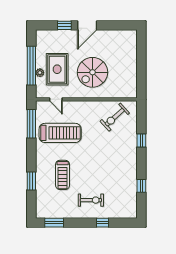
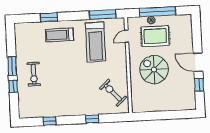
window: (64, 25) -> (199, 85), moved
treadmill: (63, 175) -> (59, 35), moved
window: (54, 223) -> (12, 66), moved

